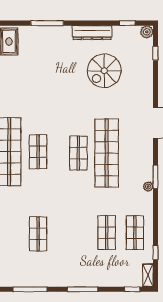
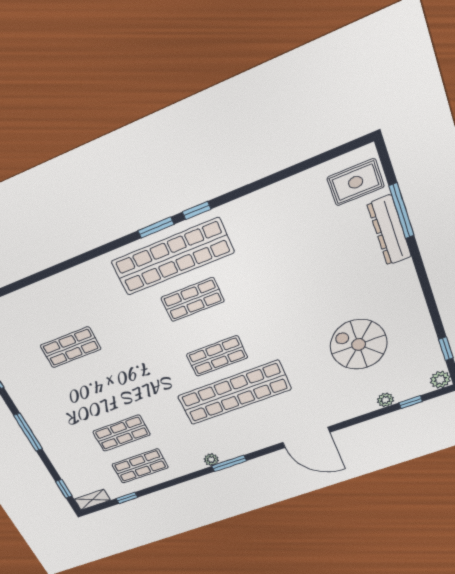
window: (47, 23) -> (402, 211), moved
dresser: (92, 33) -> (389, 230), moved
plant: (148, 67) -> (385, 400), added

